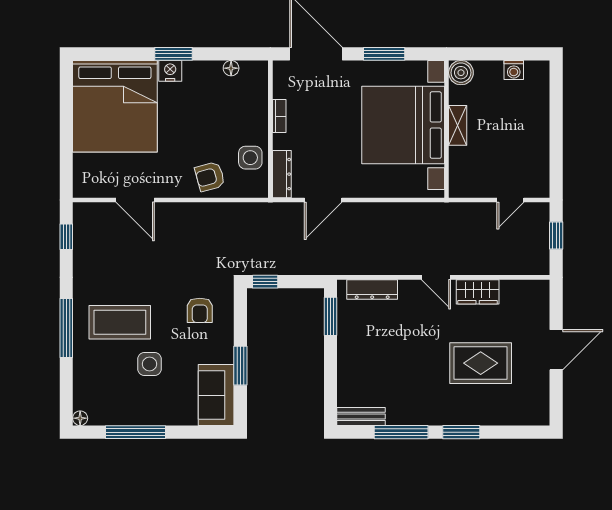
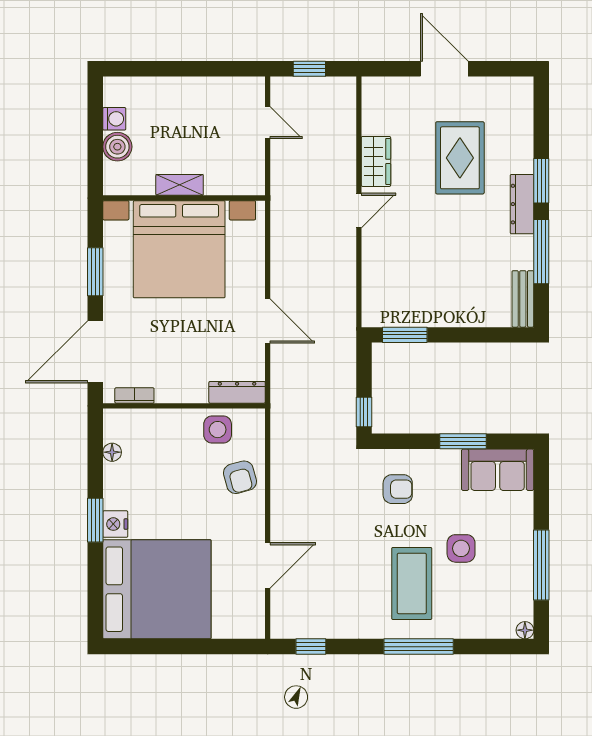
boiler: (461, 73) -> (117, 147), moved
bookcase: (279, 116) -> (134, 395), moved
door: (323, 200) -> (268, 321), moved
dresser: (372, 289) -> (522, 204), moved, turned 180

